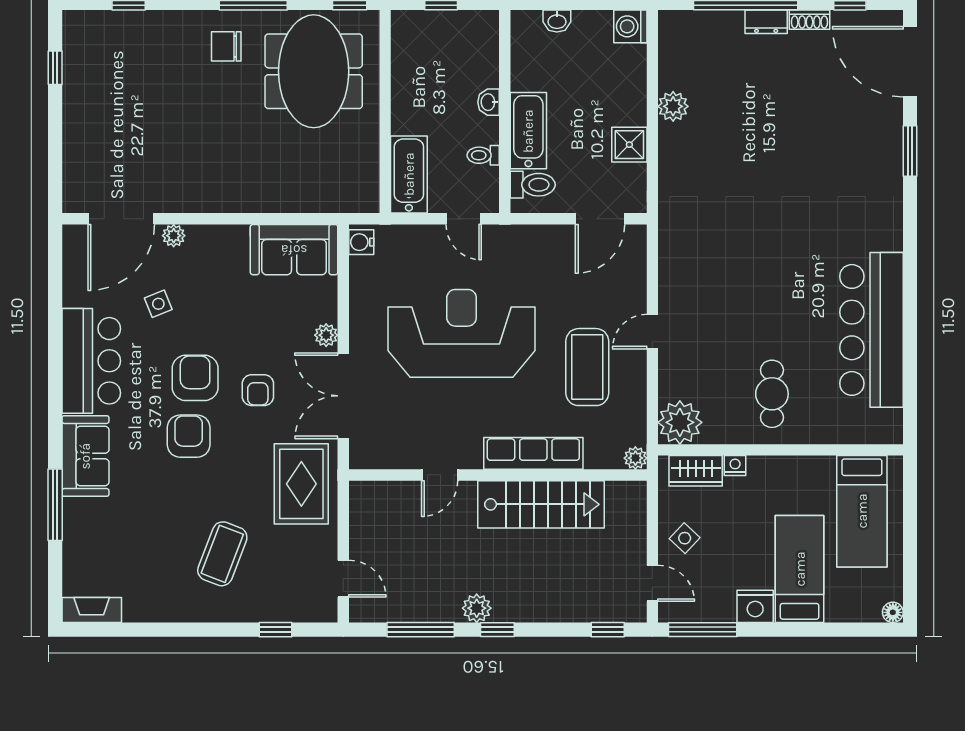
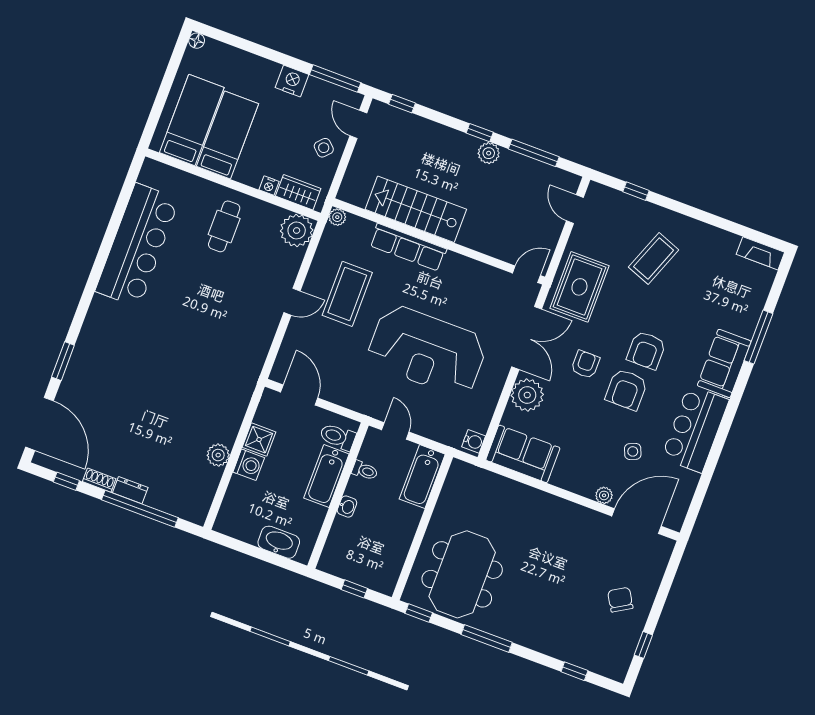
washbasin: (557, 21) -> (279, 542), width x1.91, depth x1.45
washing machine: (630, 26) -> (249, 465), moved
chair: (226, 46) -> (620, 600), moved, turned -121
door: (600, 219) -> (299, 395), hinge flipped
plant: (326, 335) -> (527, 395), width x1.88, depth x1.88
door: (440, 475) -> (526, 274), moved
bed: (800, 569) -> (227, 135), moved, turned 180

